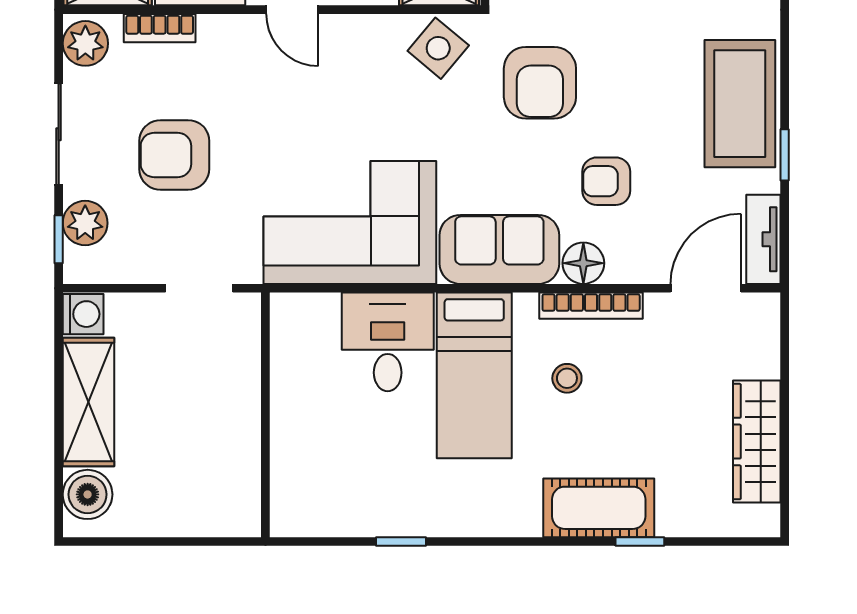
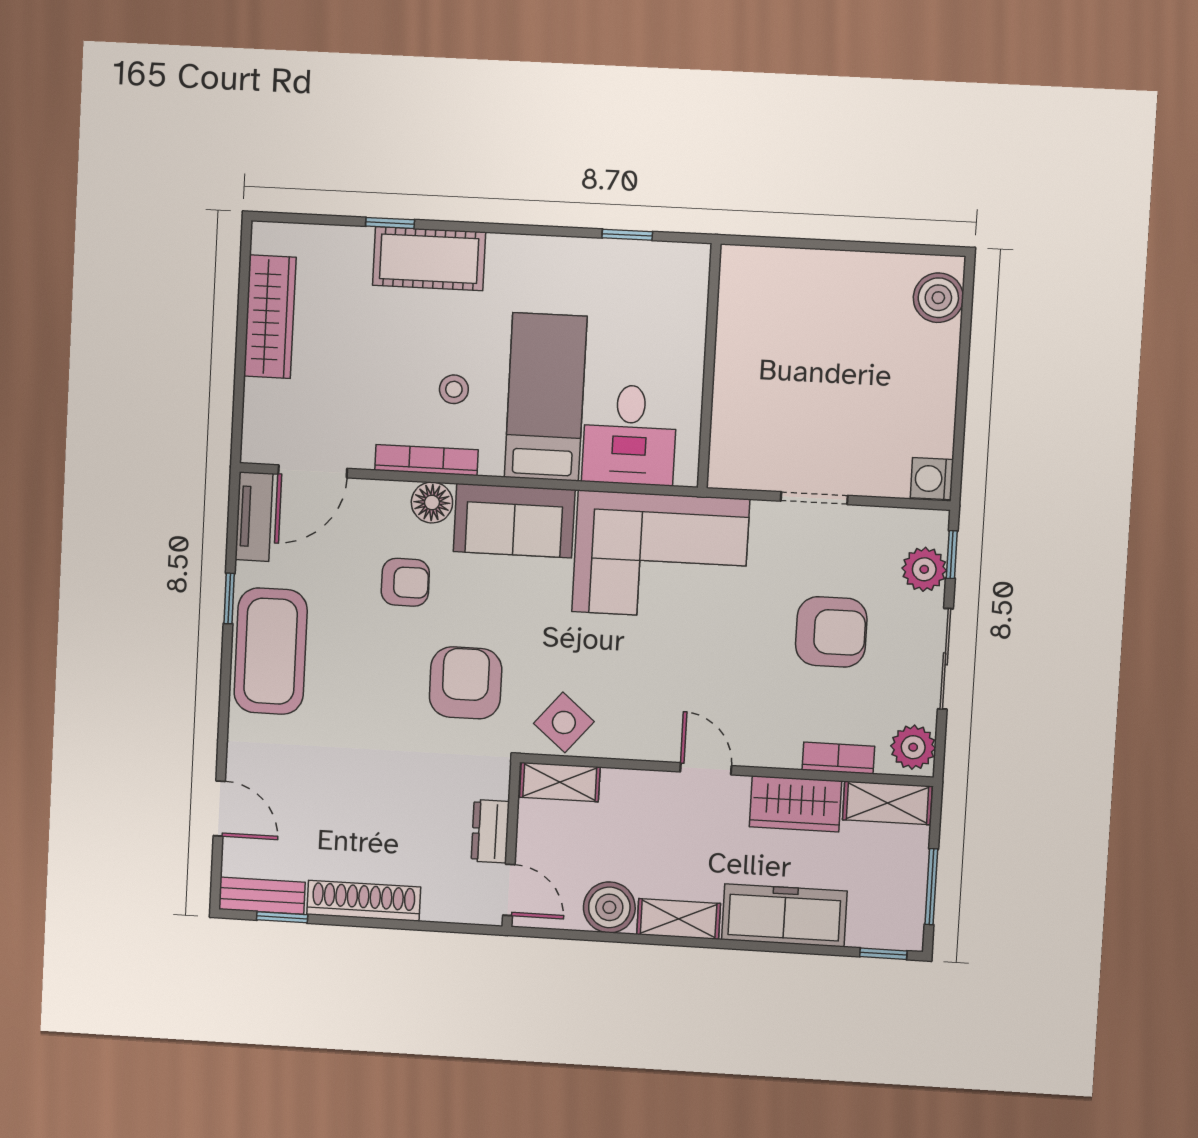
shelving: (89, 402) -> (932, 390), removed
wall: (265, 415) -> (709, 366), moved

